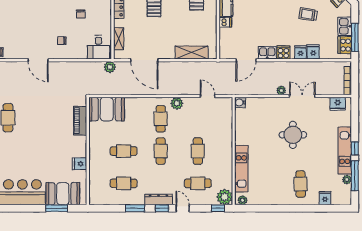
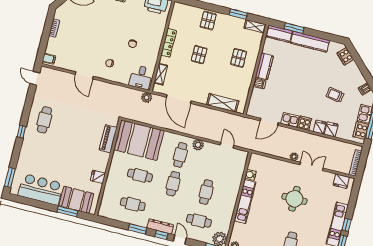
water cooler: (240, 103) -> (250, 175), moved
booth: (107, 109) -> (139, 140), width x1.36, depth x1.42
kitchen unit: (241, 169) -> (245, 201), moved

